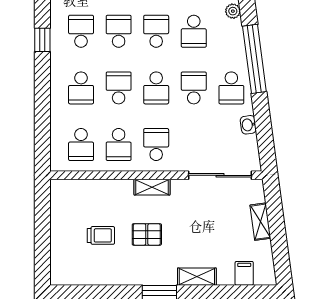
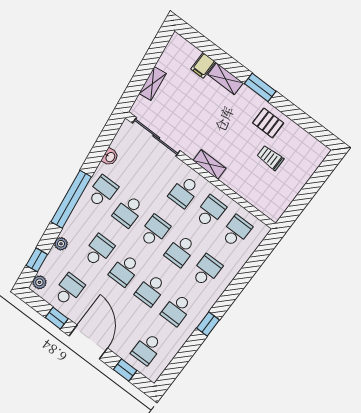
pallet: (147, 234) -> (268, 123), moved
filing cabinet: (244, 273) -> (203, 65), moved

